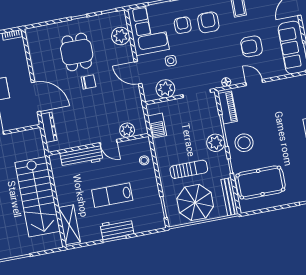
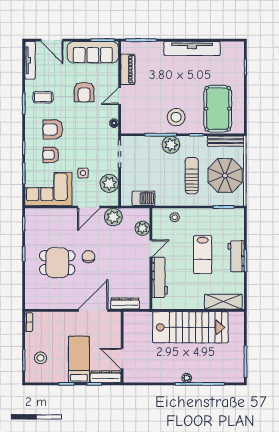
plant: (121, 36) -> (113, 217), moved
piano: (228, 107) -> (128, 69), moved, turned 90

